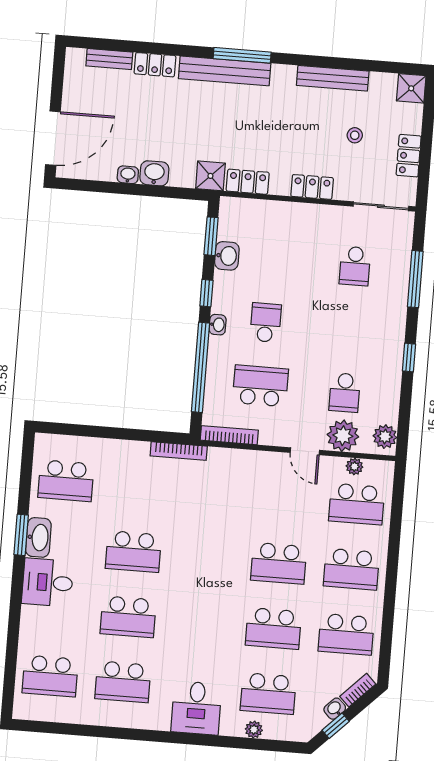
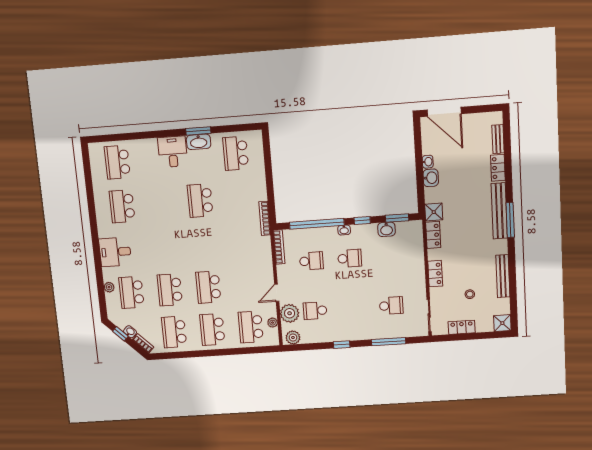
school desk: (355, 266) -> (391, 306), turned 180
school desk: (260, 386) -> (311, 261), width x0.54
school desk: (128, 617) -> (161, 203), removed

